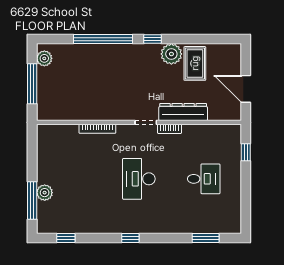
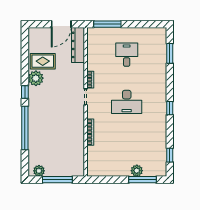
dresser: (183, 112) -> (78, 45), moved
window: (246, 152) -> (107, 24), width x2.17

